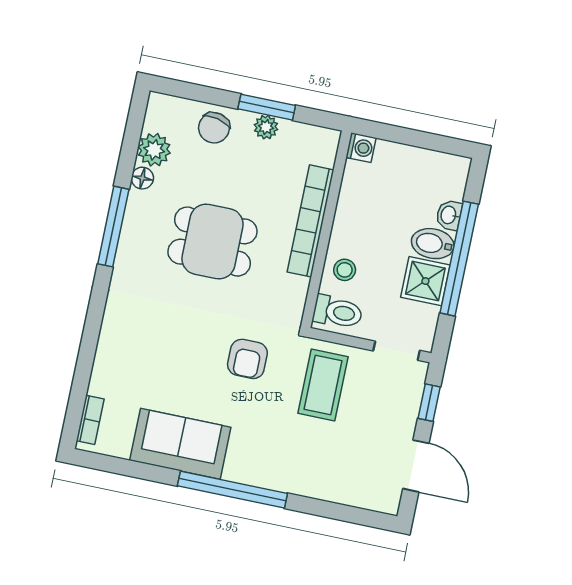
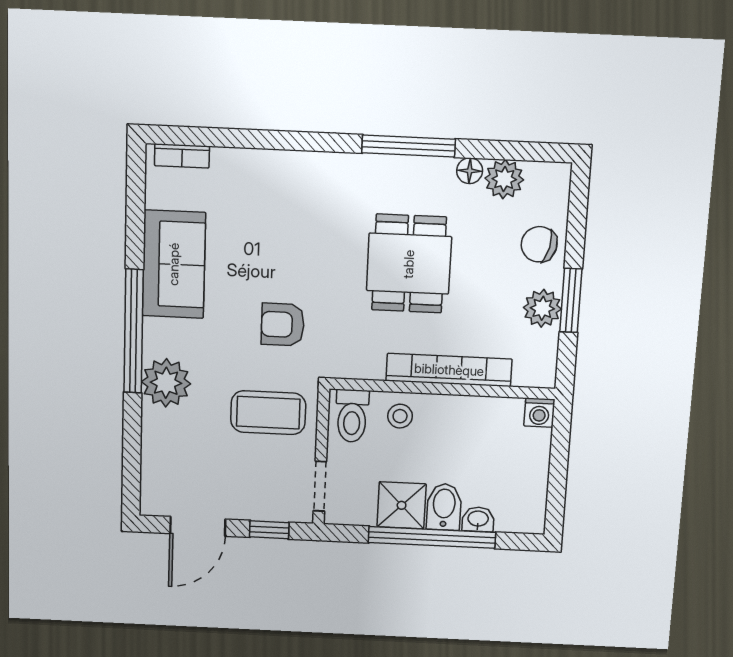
plant: (266, 127) -> (542, 308), width x1.38, depth x1.38
plant: (282, 470) -> (166, 383), added

